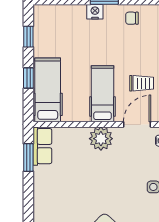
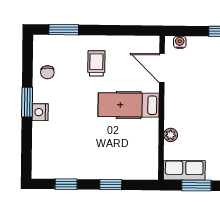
trolley: (142, 83) -> (96, 63), moved
hospital bed: (48, 90) -> (124, 164), removed
plant: (101, 139) -> (171, 135), moved, width x0.53, depth x0.53

